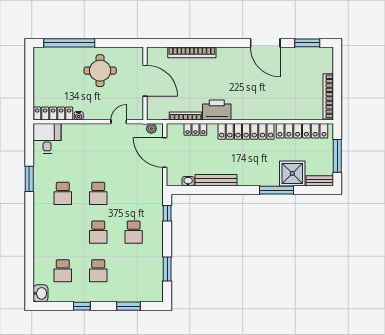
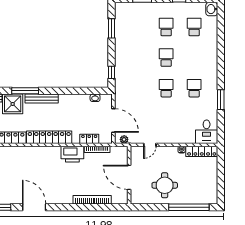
bench: (216, 180) -> (42, 99), moved
school desk: (134, 232) -> (138, 58), removed

